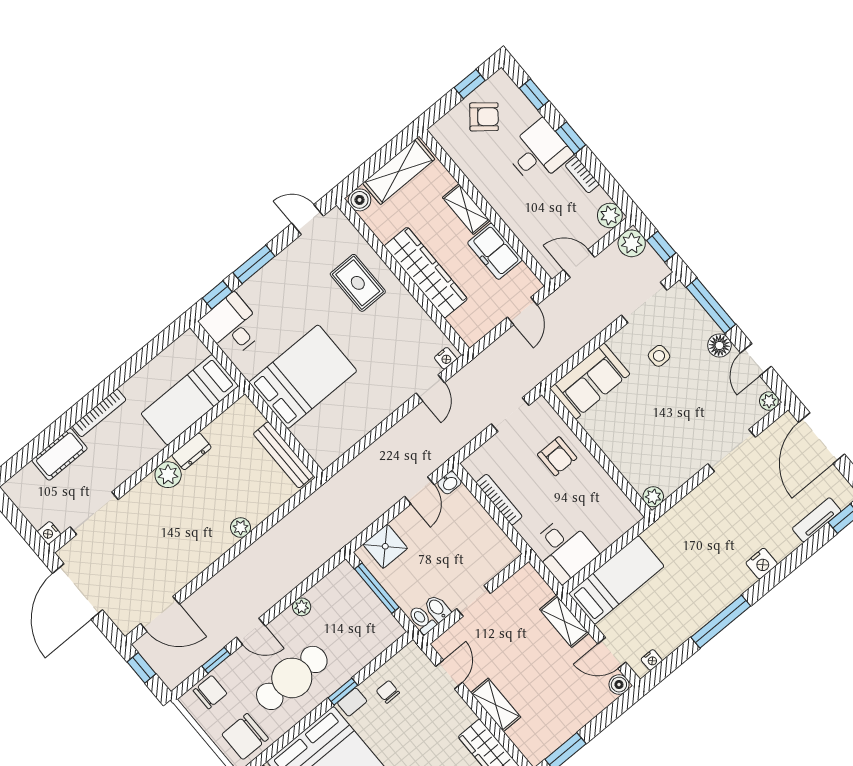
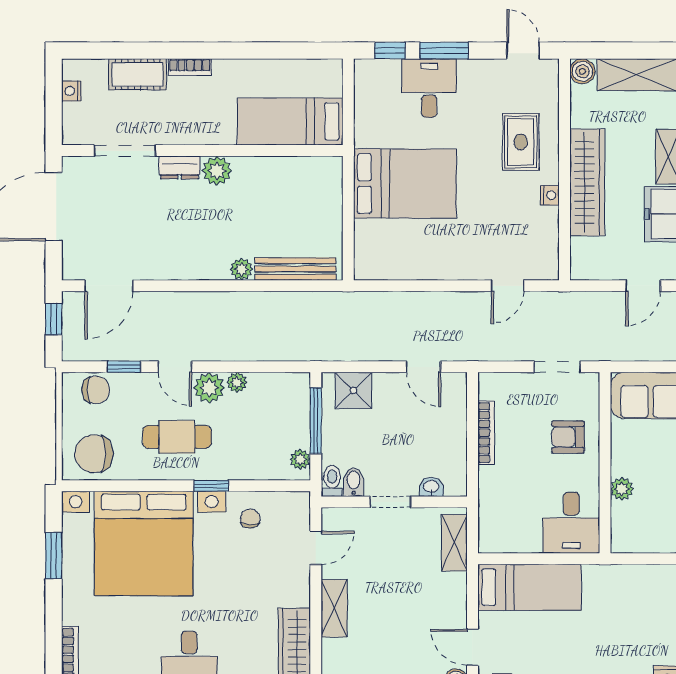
desk: (232, 326) -> (429, 88), moved
nightstand: (446, 358) -> (550, 195), moved, turned -90
bookcase: (99, 413) -> (190, 67), width x0.64
dresser: (192, 451) -> (180, 167), moved
bench: (283, 455) -> (295, 269), moved, turned 90
armchair: (557, 456) -> (568, 437), turned 90
washbasin: (449, 483) -> (431, 487), moved, turned 180
door: (419, 491) -> (423, 367), hinge flipped
plant: (653, 497) -> (622, 489), moved
nightstand: (49, 533) -> (71, 91), moved
desk: (564, 549) -> (571, 523), moved
door: (160, 614) -> (109, 286), hinge flipped
shelving: (564, 621) -> (454, 543), moved
plant: (388, 623) -> (300, 459), added
plant: (286, 626) -> (209, 388), added
cafe table: (292, 678) -> (177, 437), width x0.73, depth x0.74

